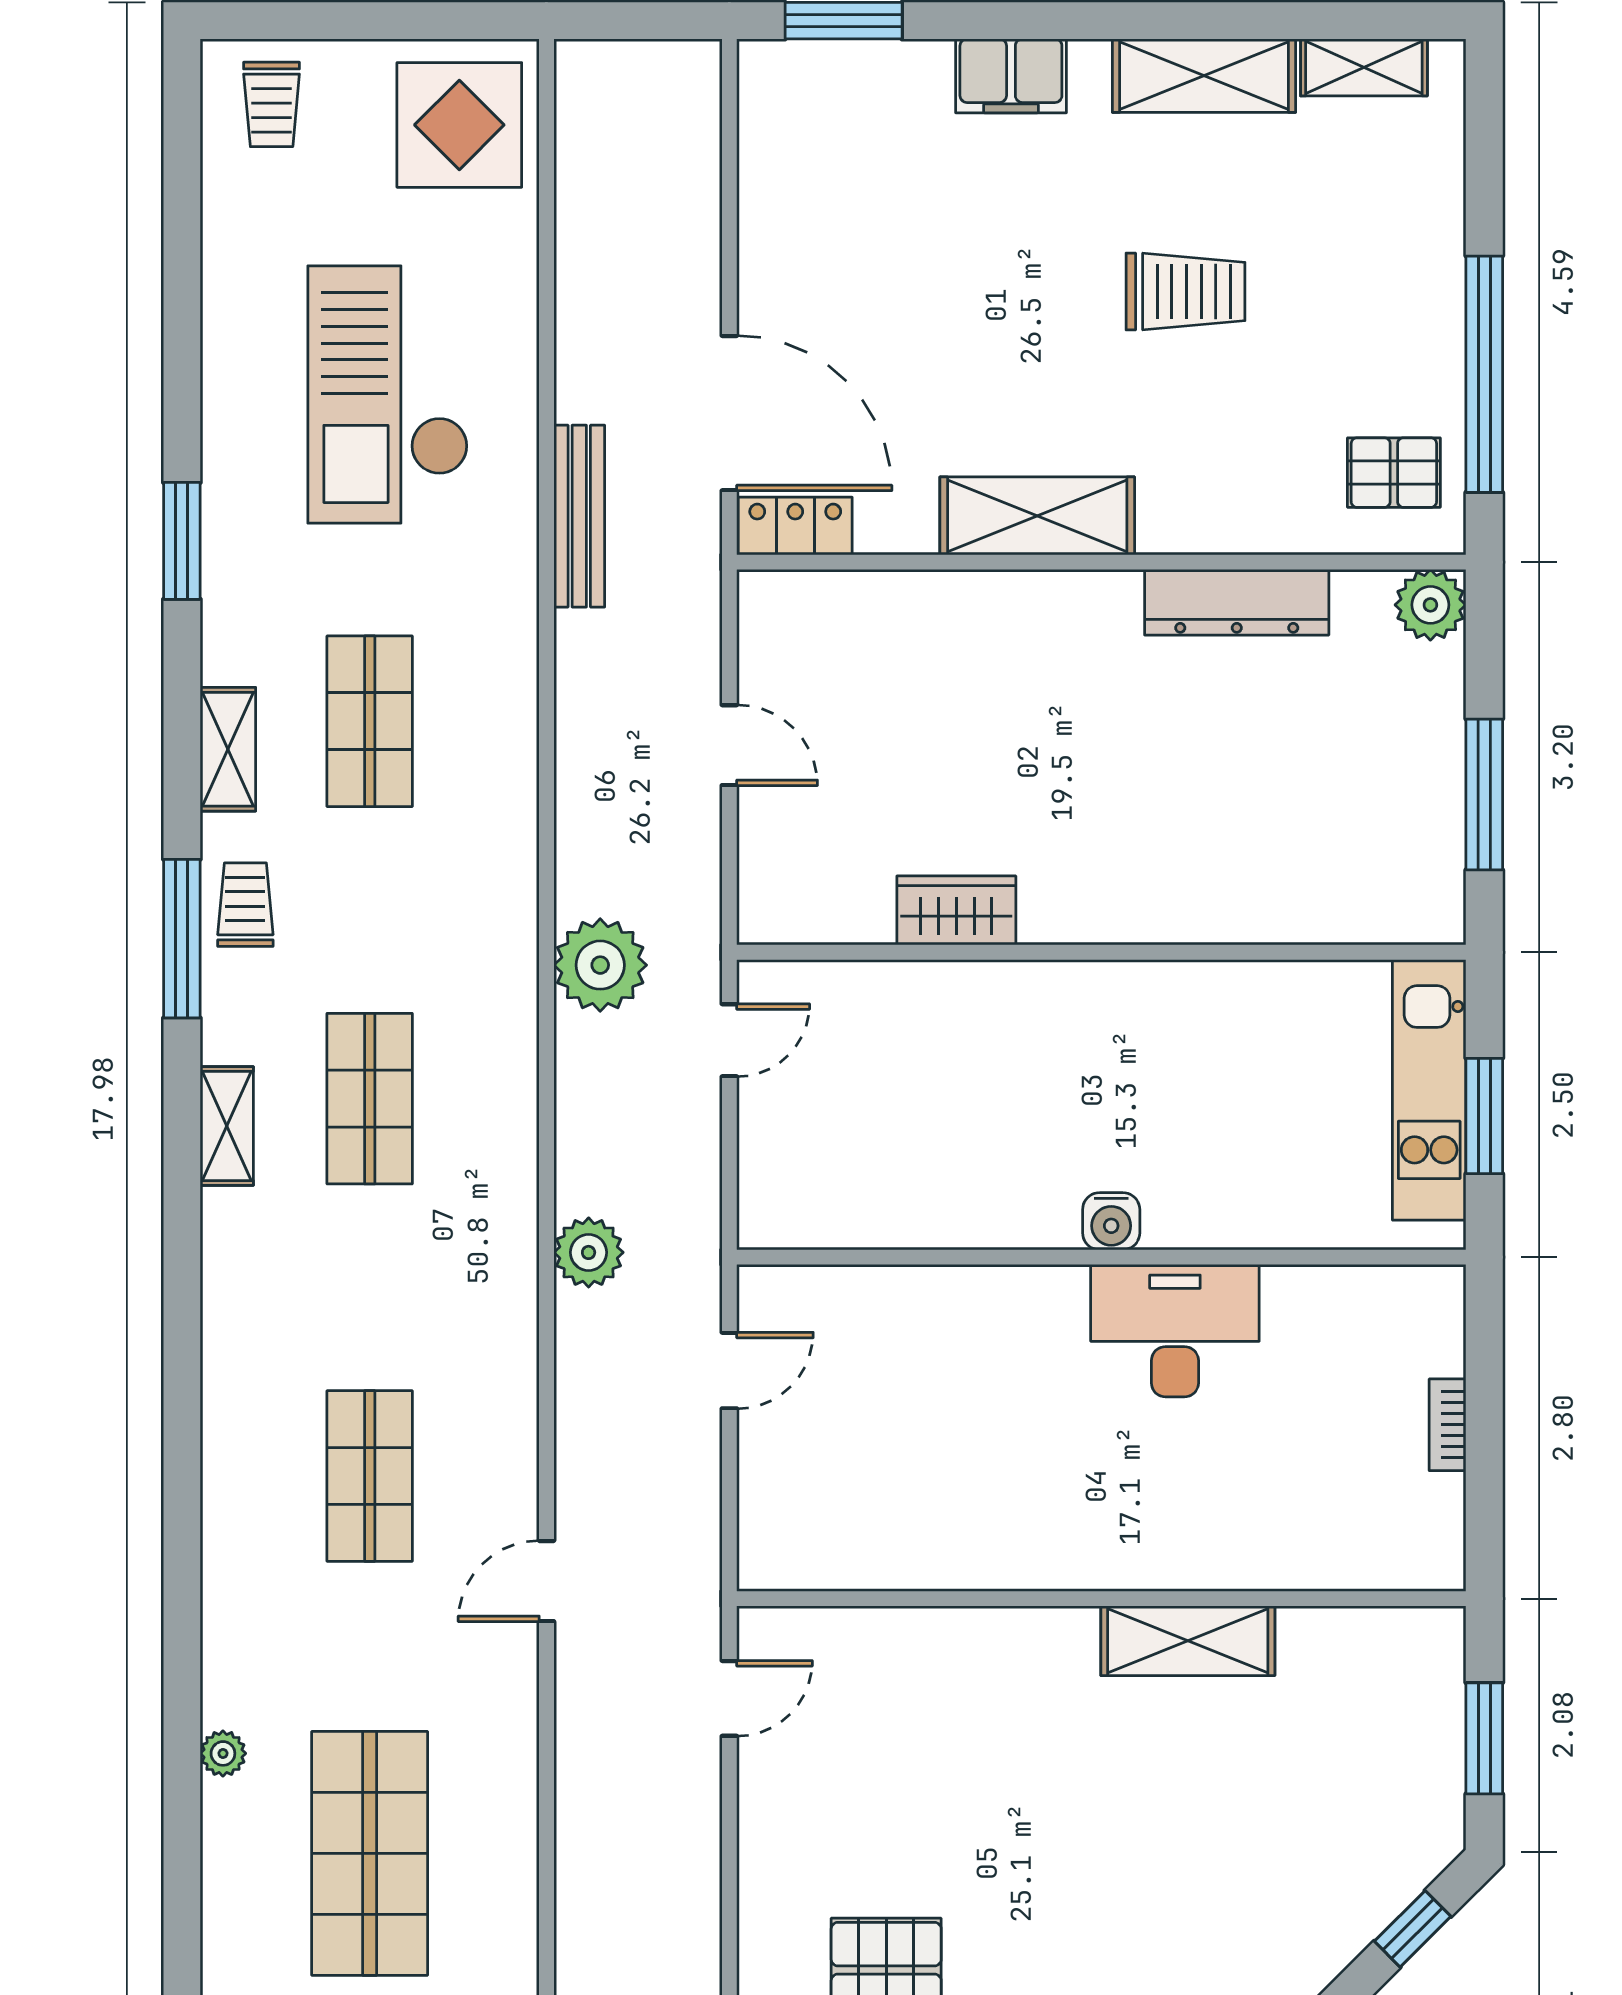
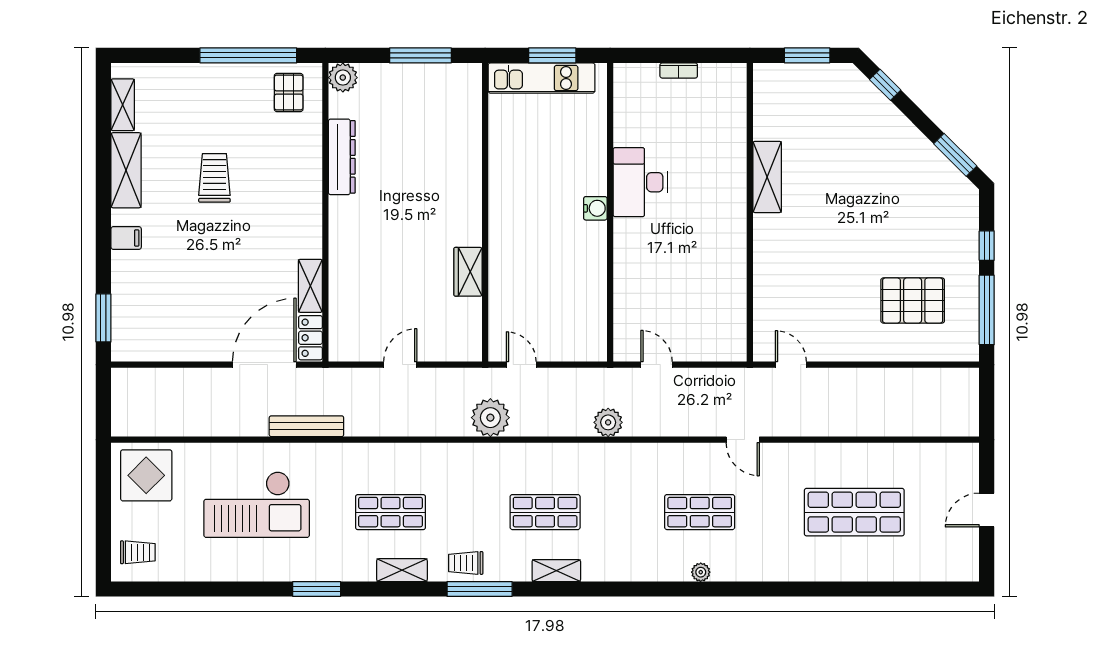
filing cabinet: (1011, 76) -> (126, 238), width x0.50
shelving: (1037, 516) -> (310, 286), moved, width x0.67, depth x0.75
plant: (223, 1753) -> (701, 572), moved

